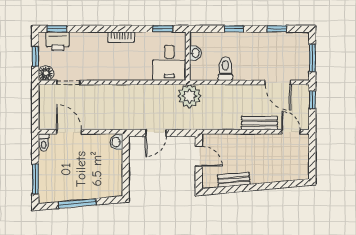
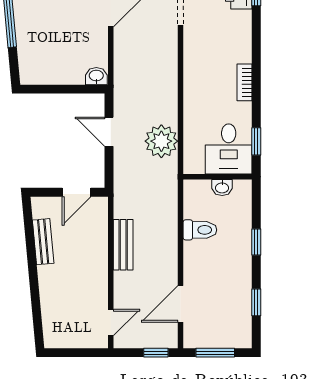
desk: (169, 63) -> (229, 149), moved, turned -90
plant: (189, 96) -> (161, 141), moved
bench: (259, 123) -> (123, 245), moved

